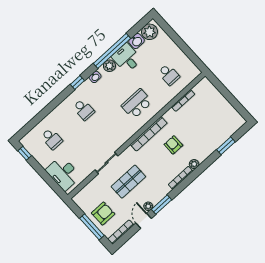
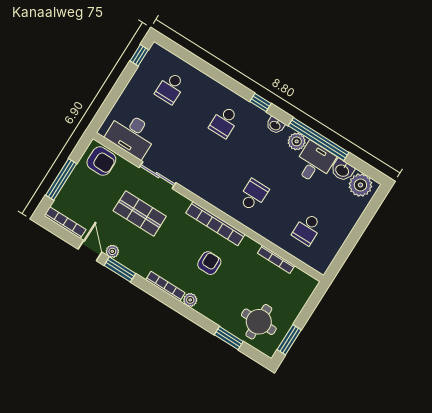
school desk: (137, 104) -> (253, 195), width x0.54
window: (238, 106) -> (289, 340), added
round table: (221, 123) -> (259, 322), added
desk: (63, 173) -> (132, 134), moved, turned -90
armchair: (103, 214) -> (101, 161), moved
door: (144, 221) -> (90, 251), hinge flipped

